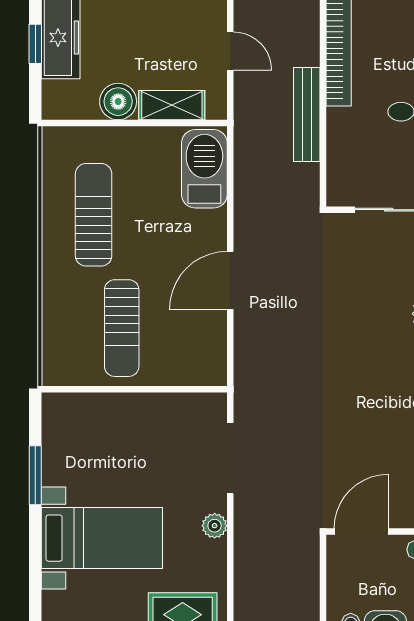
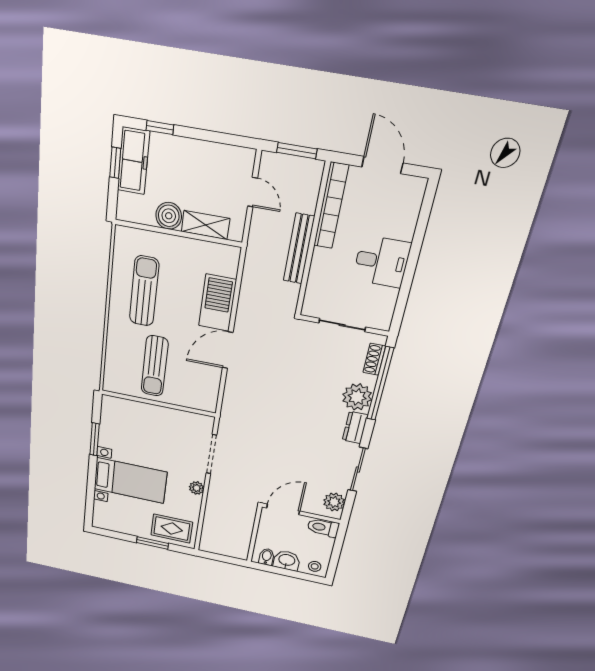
barbecue: (204, 169) -> (217, 303), moved

